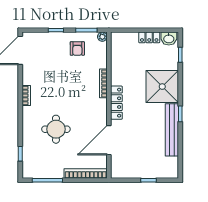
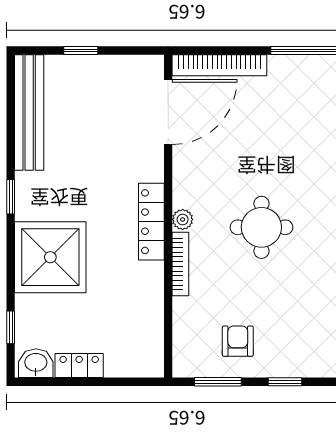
plant: (102, 37) -> (183, 219), moved
round table: (56, 129) -> (261, 227), moved
bench: (172, 130) -> (29, 112), moved
door: (109, 140) -> (168, 112), moved

